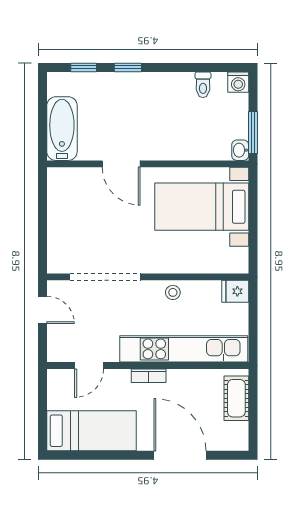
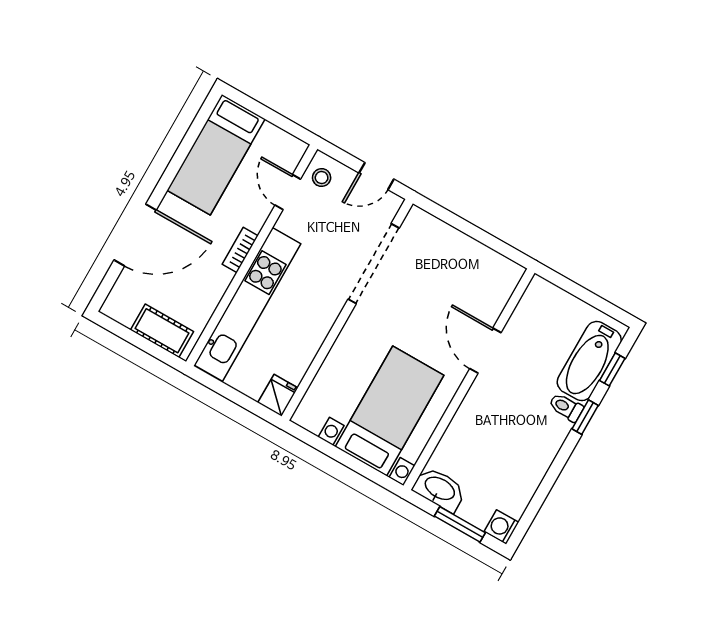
toilet: (203, 85) -> (566, 407), moved
bathtub: (62, 129) -> (589, 361), moved, turned 90
window: (253, 132) -> (460, 524), moved
washbasin: (240, 150) -> (439, 489), width x1.91, depth x1.45
door: (121, 164) -> (485, 351), hinge flipped
stool: (173, 292) -> (322, 178), moved

